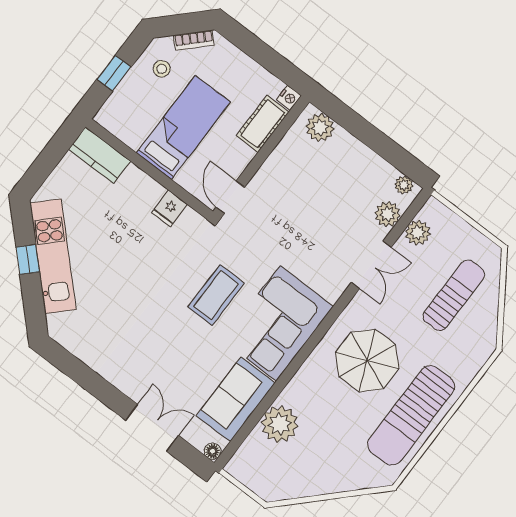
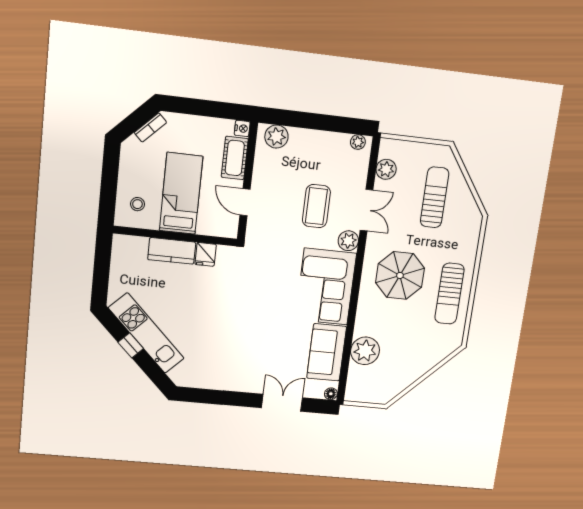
stool: (162, 69) -> (137, 204), moved
window: (114, 73) -> (109, 185), removed
kitchen counter: (100, 155) -> (172, 251), moved
door: (230, 197) -> (245, 202), moved
plant: (388, 214) -> (348, 241), moved
coffee table: (216, 295) -> (316, 206), moved
sun lounger: (411, 415) -> (450, 294), width x0.73, depth x0.75

